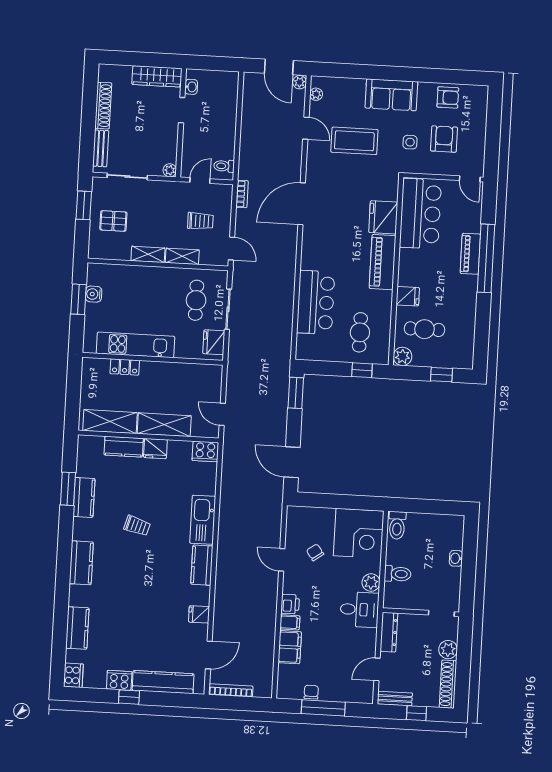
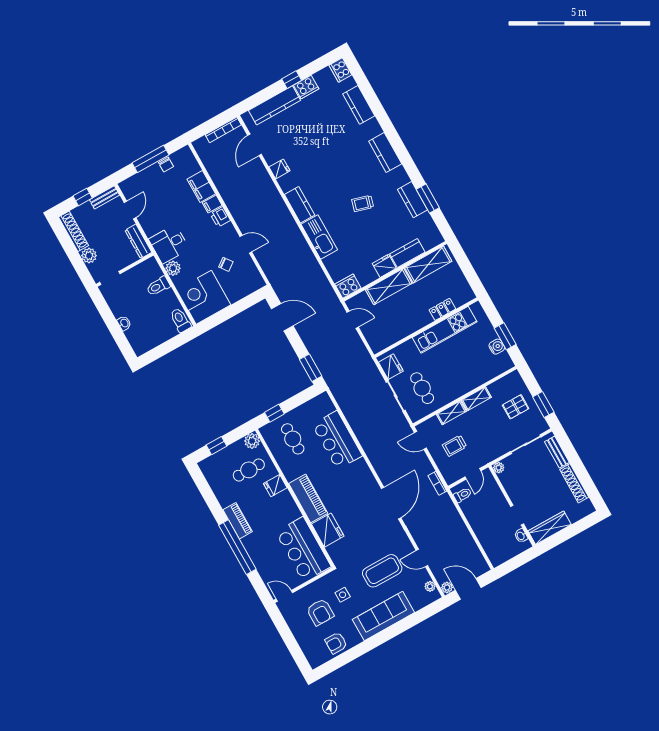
sofa: (391, 95) -> (383, 616), width x1.36
piano: (470, 254) -> (238, 521), moved

